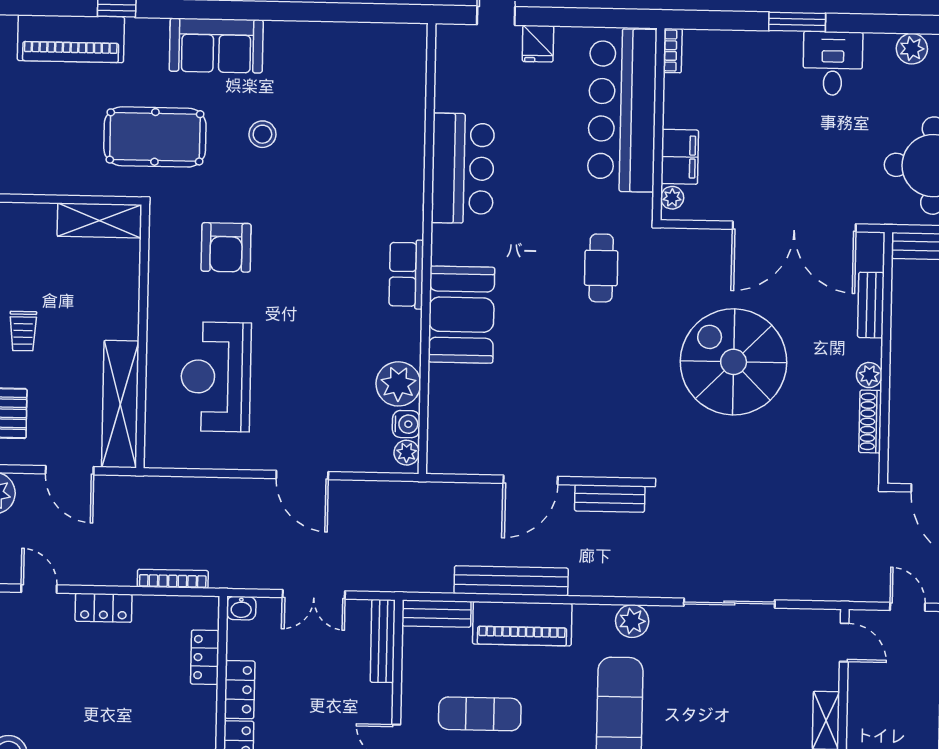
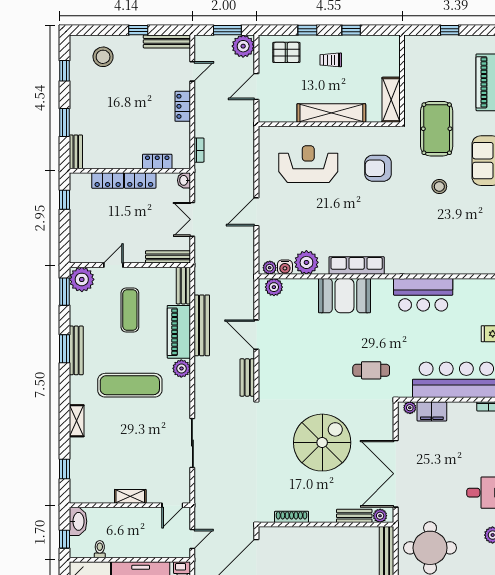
row of seats: (406, 274) -> (357, 266), width x1.48
plant: (869, 375) -> (380, 516), moved
shelving: (120, 404) -> (331, 113), moved
plant: (443, 445) -> (274, 287), added
bookcase: (173, 579) -> (199, 150), width x0.64
plant: (632, 621) -> (181, 368), moved

